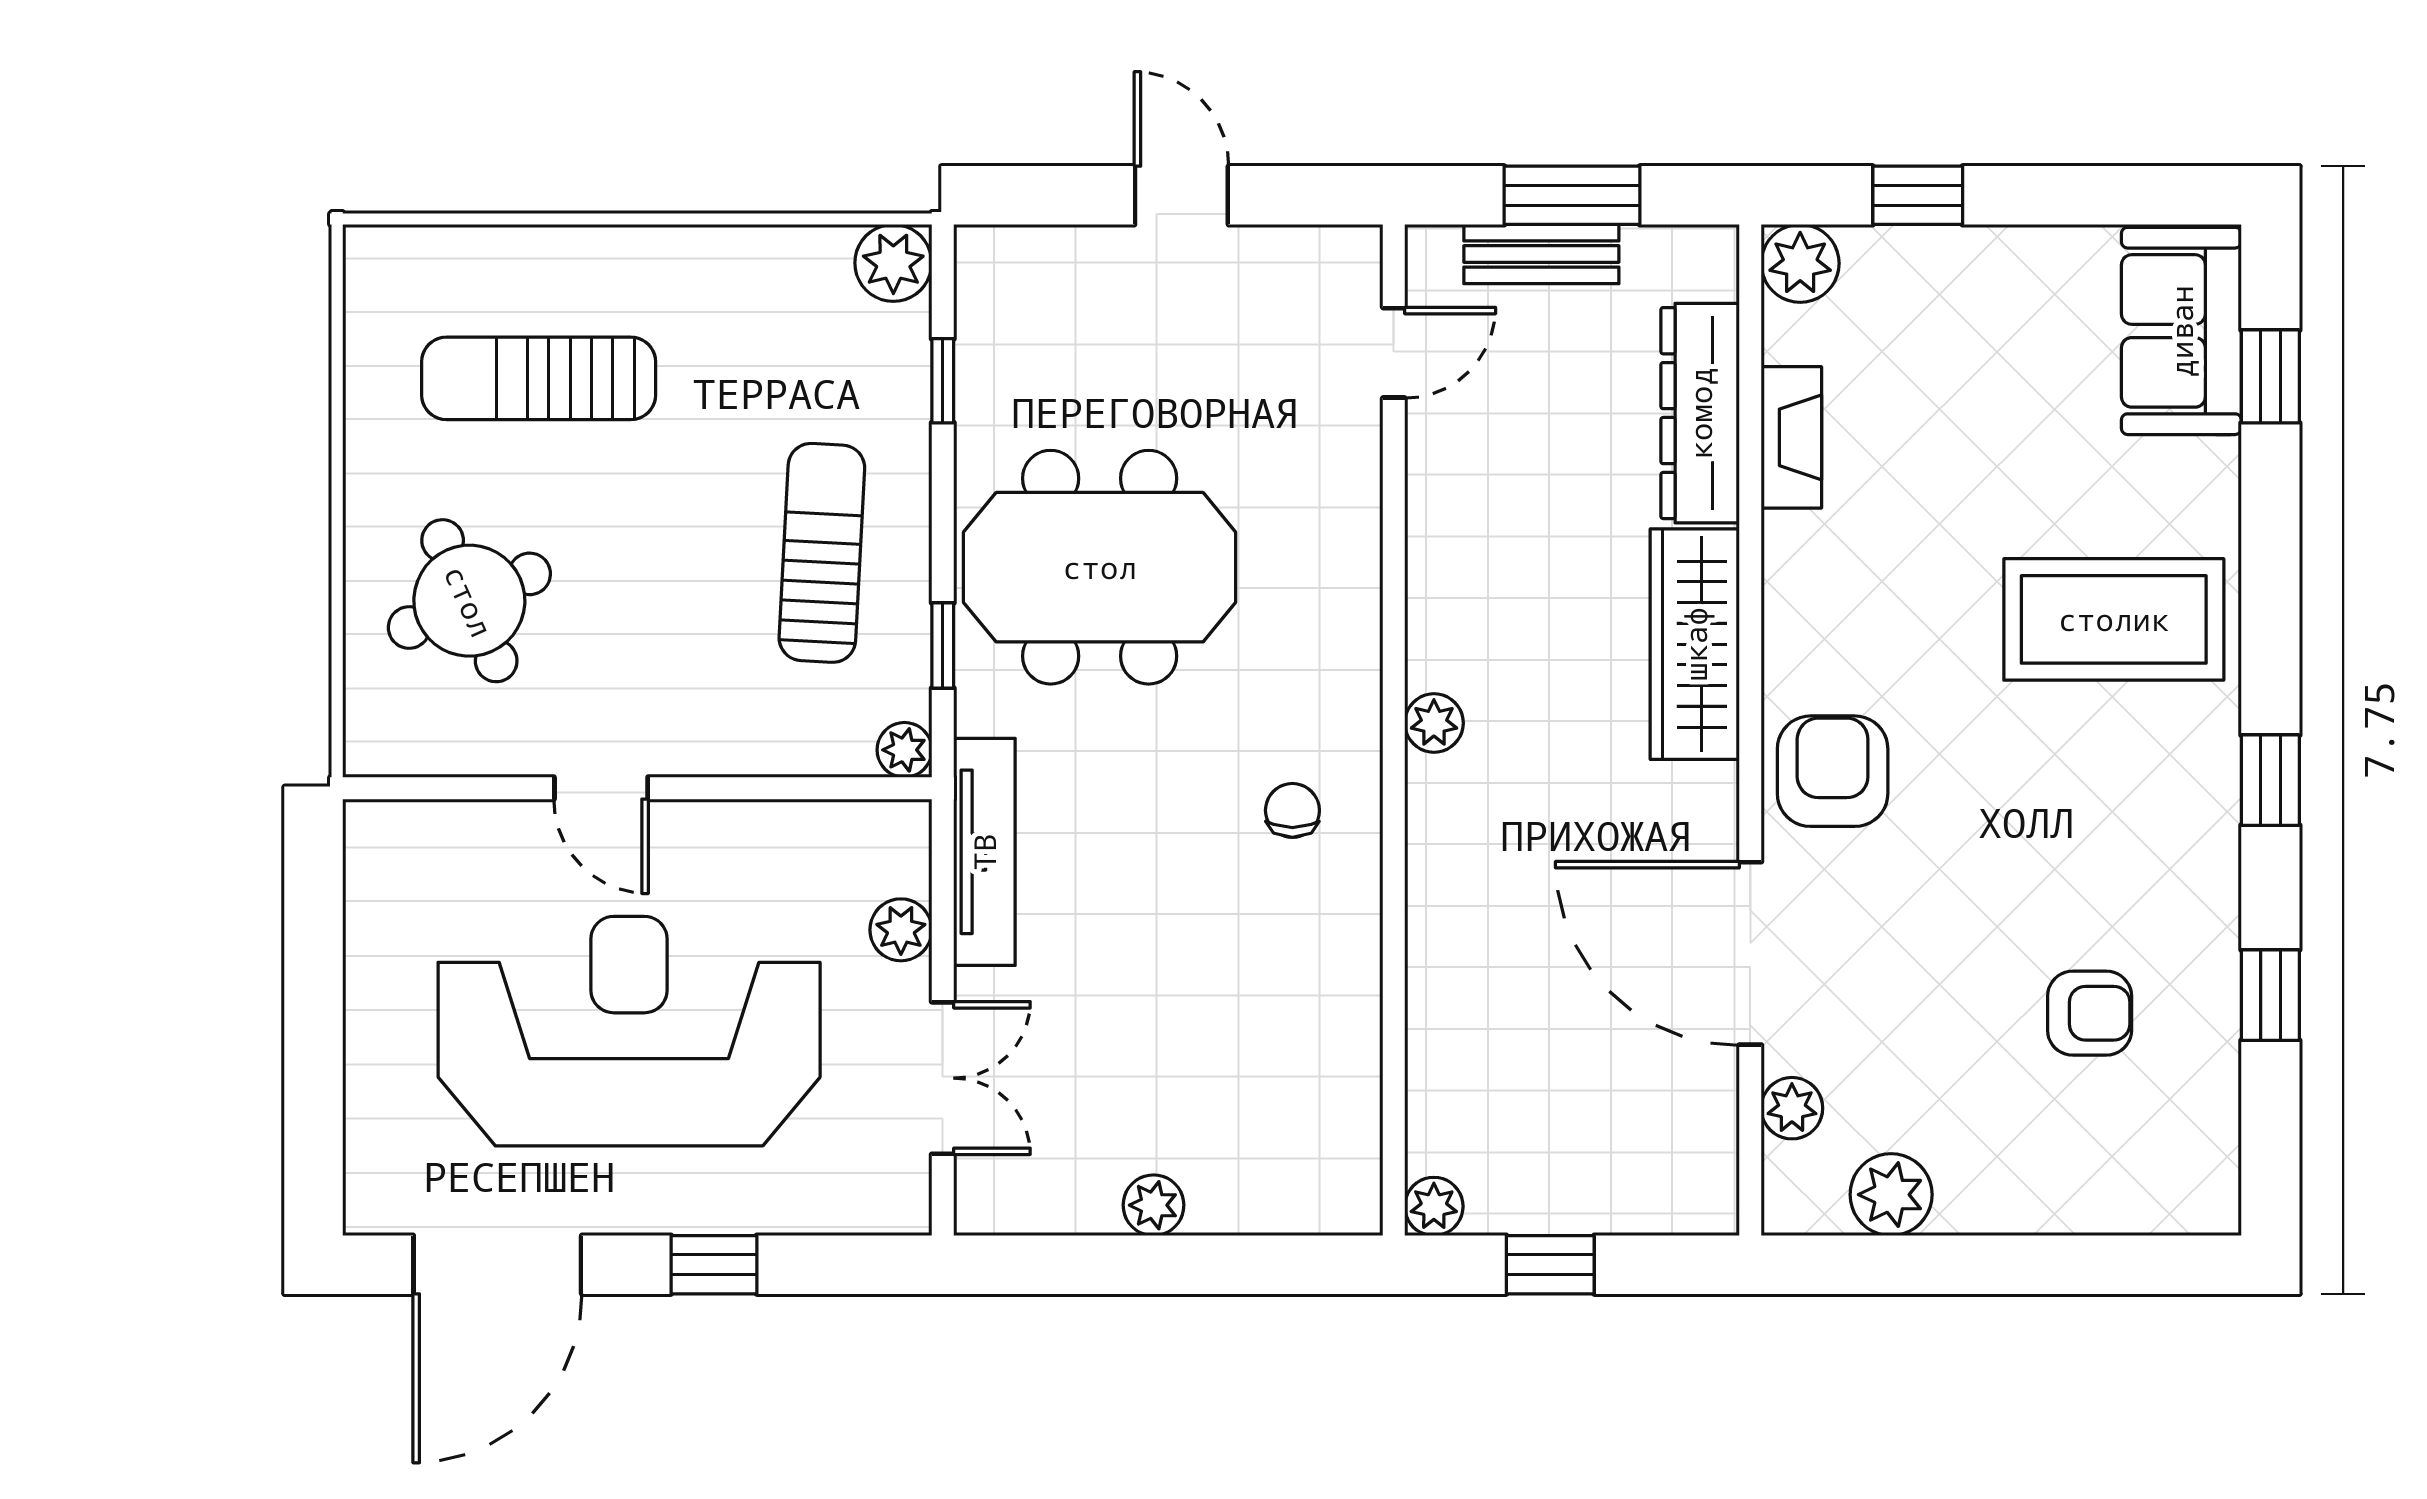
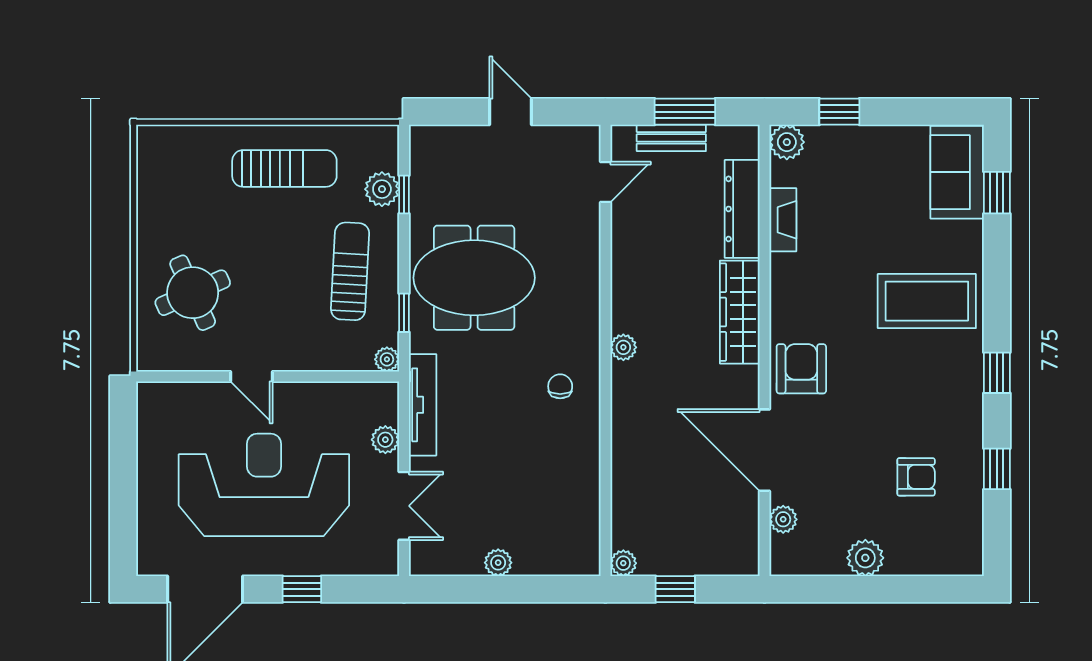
plant: (893, 263) -> (382, 189), moved
sun lounger: (539, 378) -> (284, 168), moved, turned 180
plant: (1891, 1195) -> (865, 558), moved

